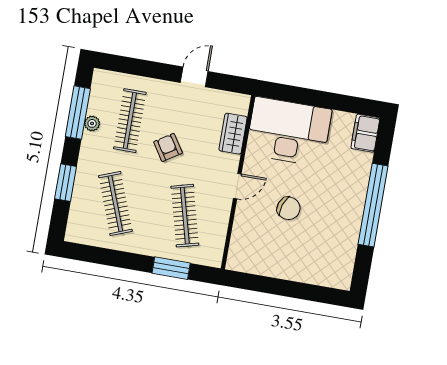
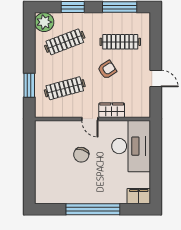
plant: (92, 123) -> (44, 22), moved, width x1.87, depth x1.87
wardrobe: (233, 134) -> (112, 110), moved

